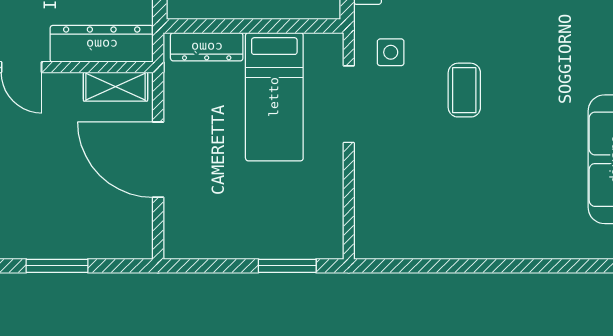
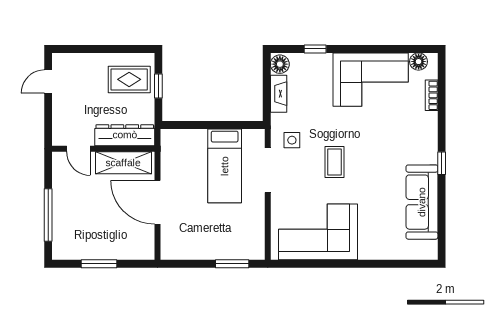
dresser: (207, 47) -> (186, 137), removed
shelving: (116, 87) -> (123, 163), width x1.50, depth x1.33
corner sofa: (436, 211) -> (318, 232), added

